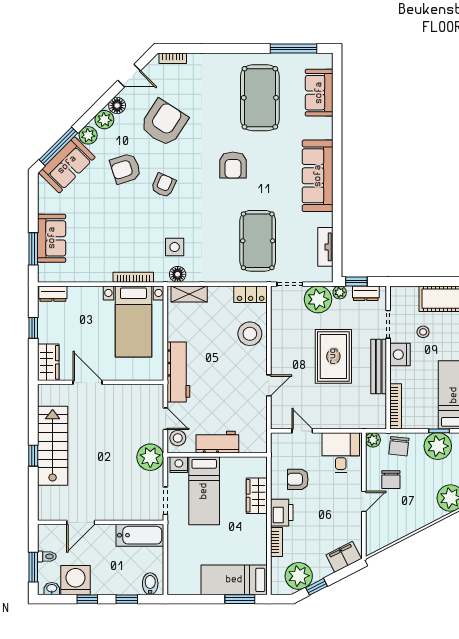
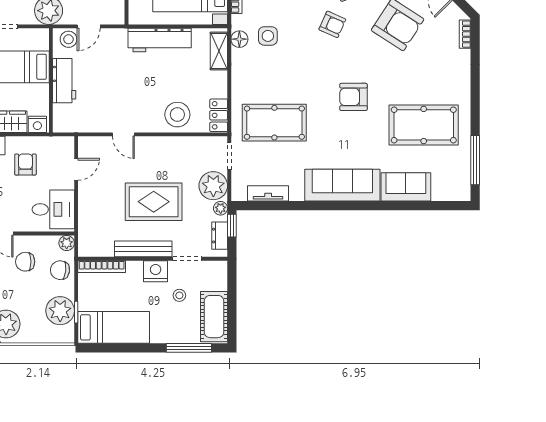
sofa: (319, 93) -> (406, 187), moved
workbench: (178, 372) -> (160, 40), moved
nightstand: (179, 465) -> (37, 124), moved, turned 90

